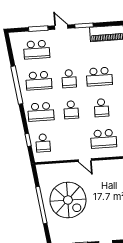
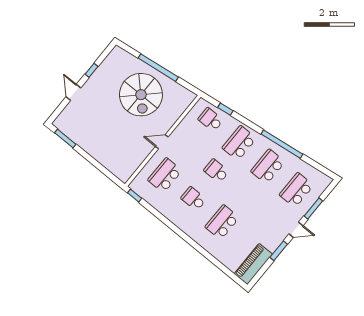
school desk: (69, 79) -> (245, 194), removed
spiral stairs: (68, 200) -> (141, 95), turned -90

